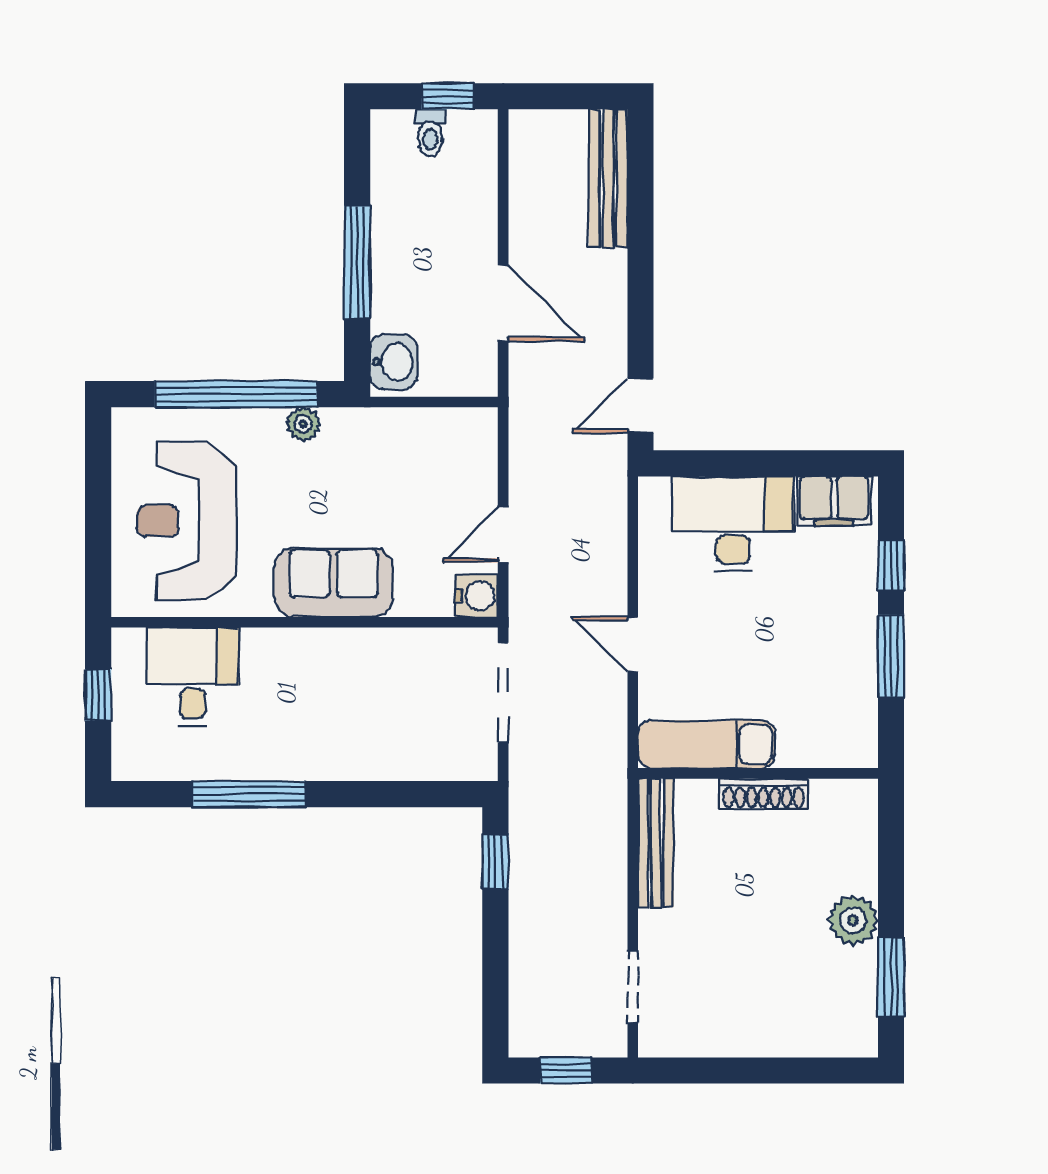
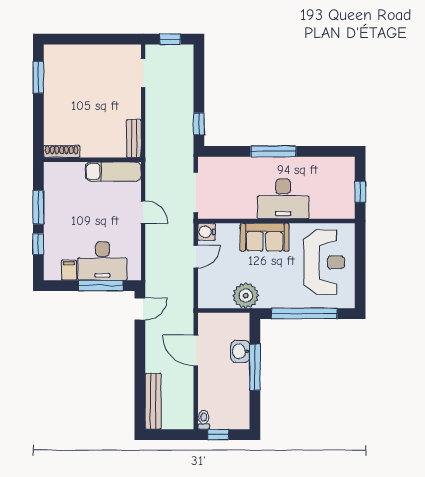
toilet: (430, 133) -> (204, 420), moved
washbasin: (394, 362) -> (240, 351), moved
plant: (303, 424) -> (246, 296), moved, width x1.88, depth x1.88
window: (737, 463) -> (101, 286), added
filing cabinet: (834, 501) -> (69, 270), width x0.50
desk: (192, 677) -> (283, 199), moved, width x1.37
window: (249, 794) -> (273, 151), moved
shoe rack: (764, 794) -> (62, 151), moved
bench: (656, 843) -> (134, 138), width x0.73
plant: (853, 920) -> (54, 100), removed

